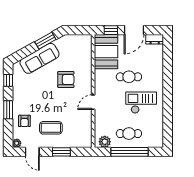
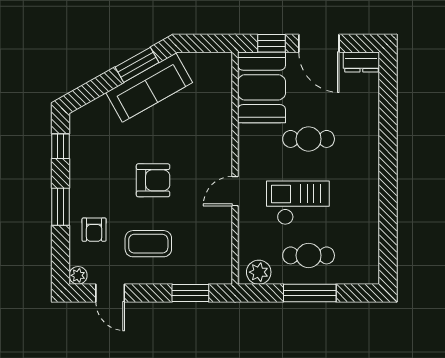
door: (134, 30) -> (319, 43), hinge flipped
sofa: (40, 58) -> (149, 88), moved
armchair: (66, 80) -> (153, 180), moved
checkout: (141, 103) -> (298, 203), moved
window: (61, 152) -> (190, 293), moved
window: (130, 152) -> (310, 293), width x0.68

